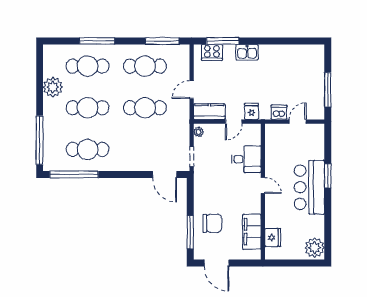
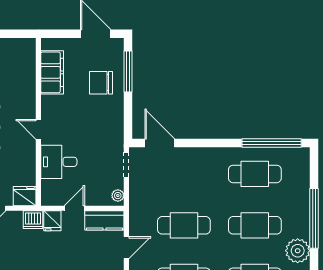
dishwasher: (279, 112) -> (33, 220), moved
window: (40, 140) -> (314, 218), moved
fridge: (273, 237) -> (25, 196), moved, turned 90

